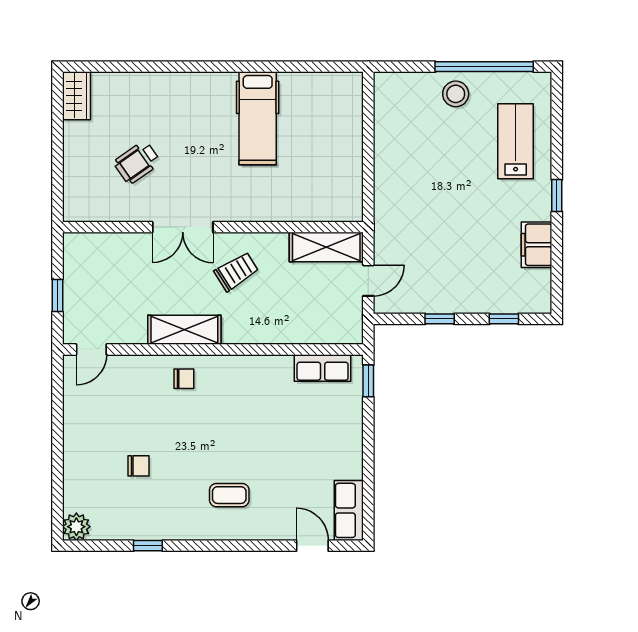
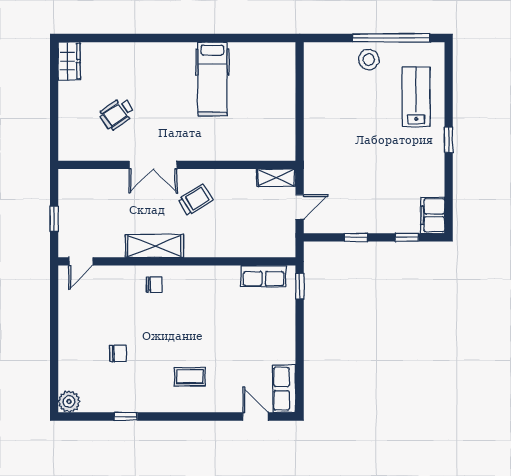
filing cabinet: (537, 245) -> (433, 215), moved
shelving: (326, 247) -> (276, 178), width x0.67, depth x0.75

